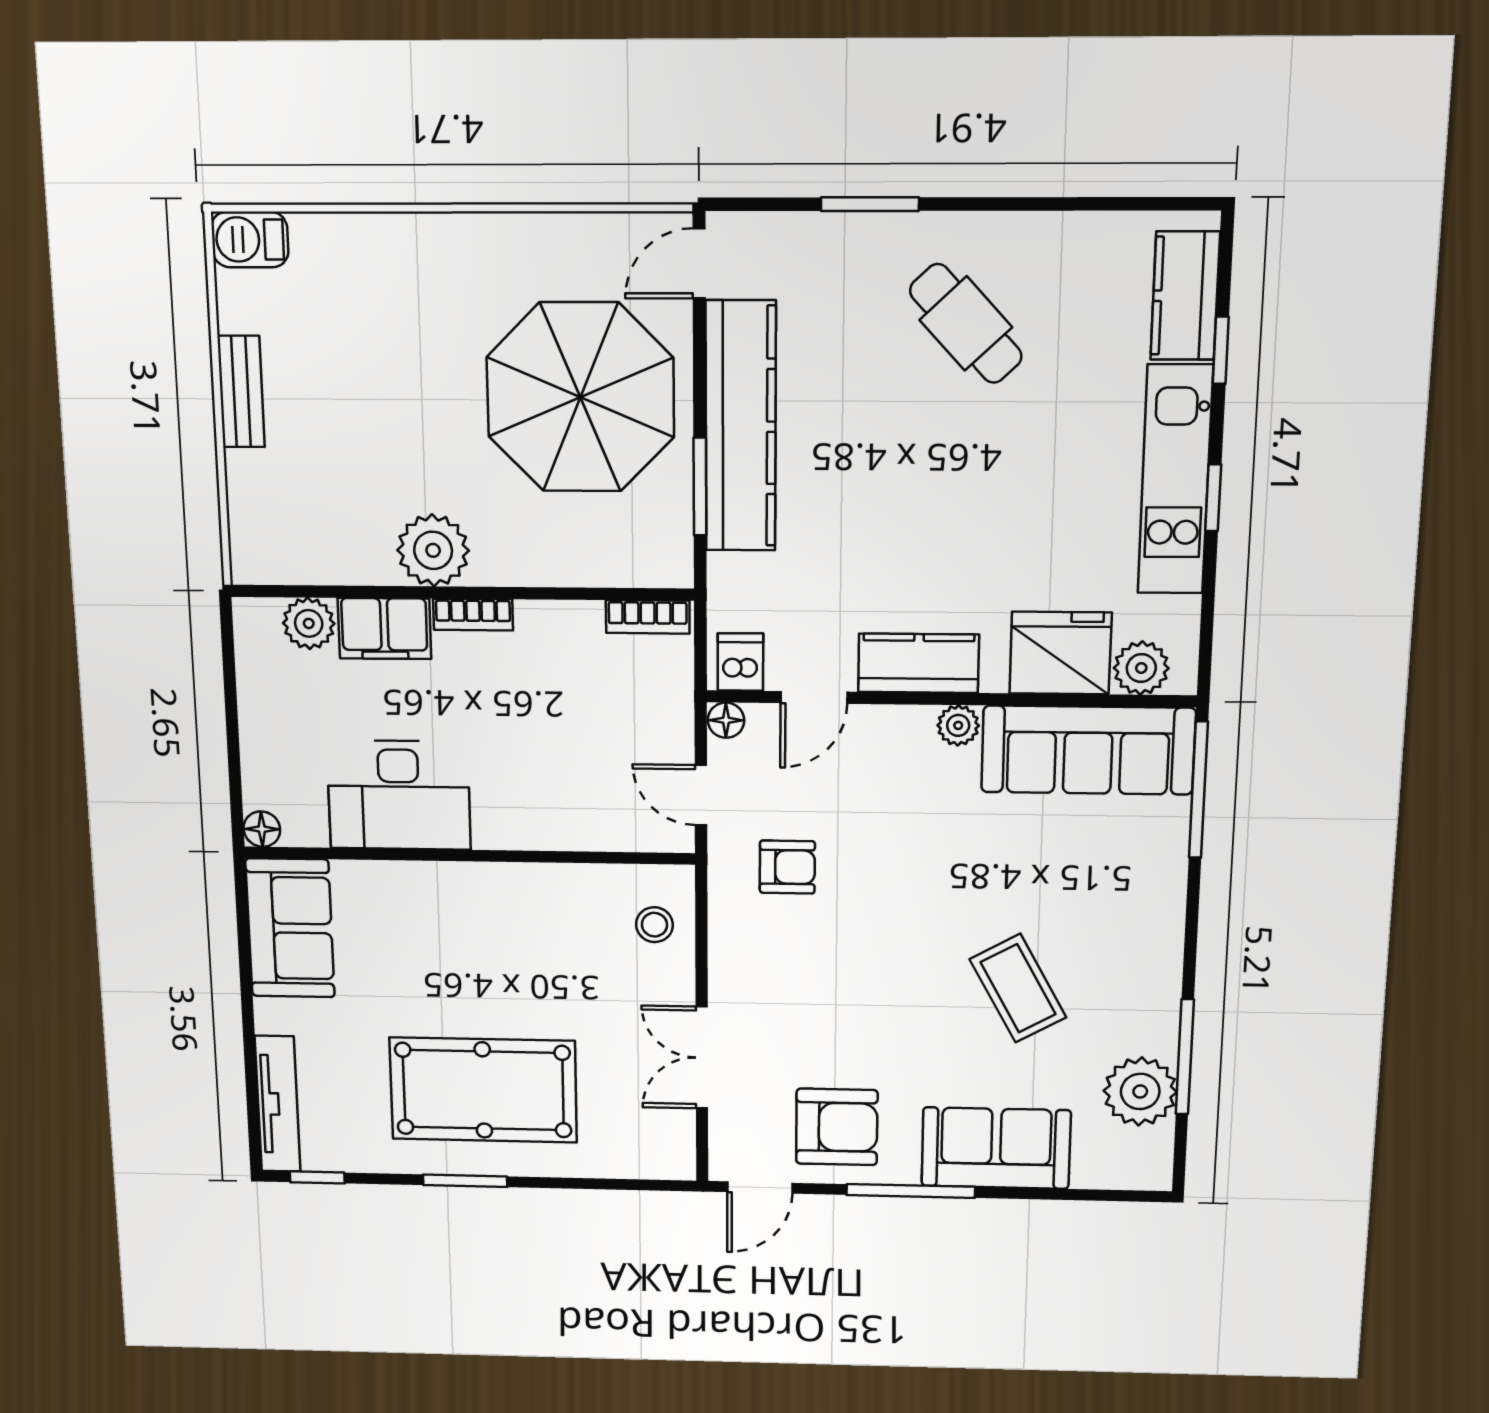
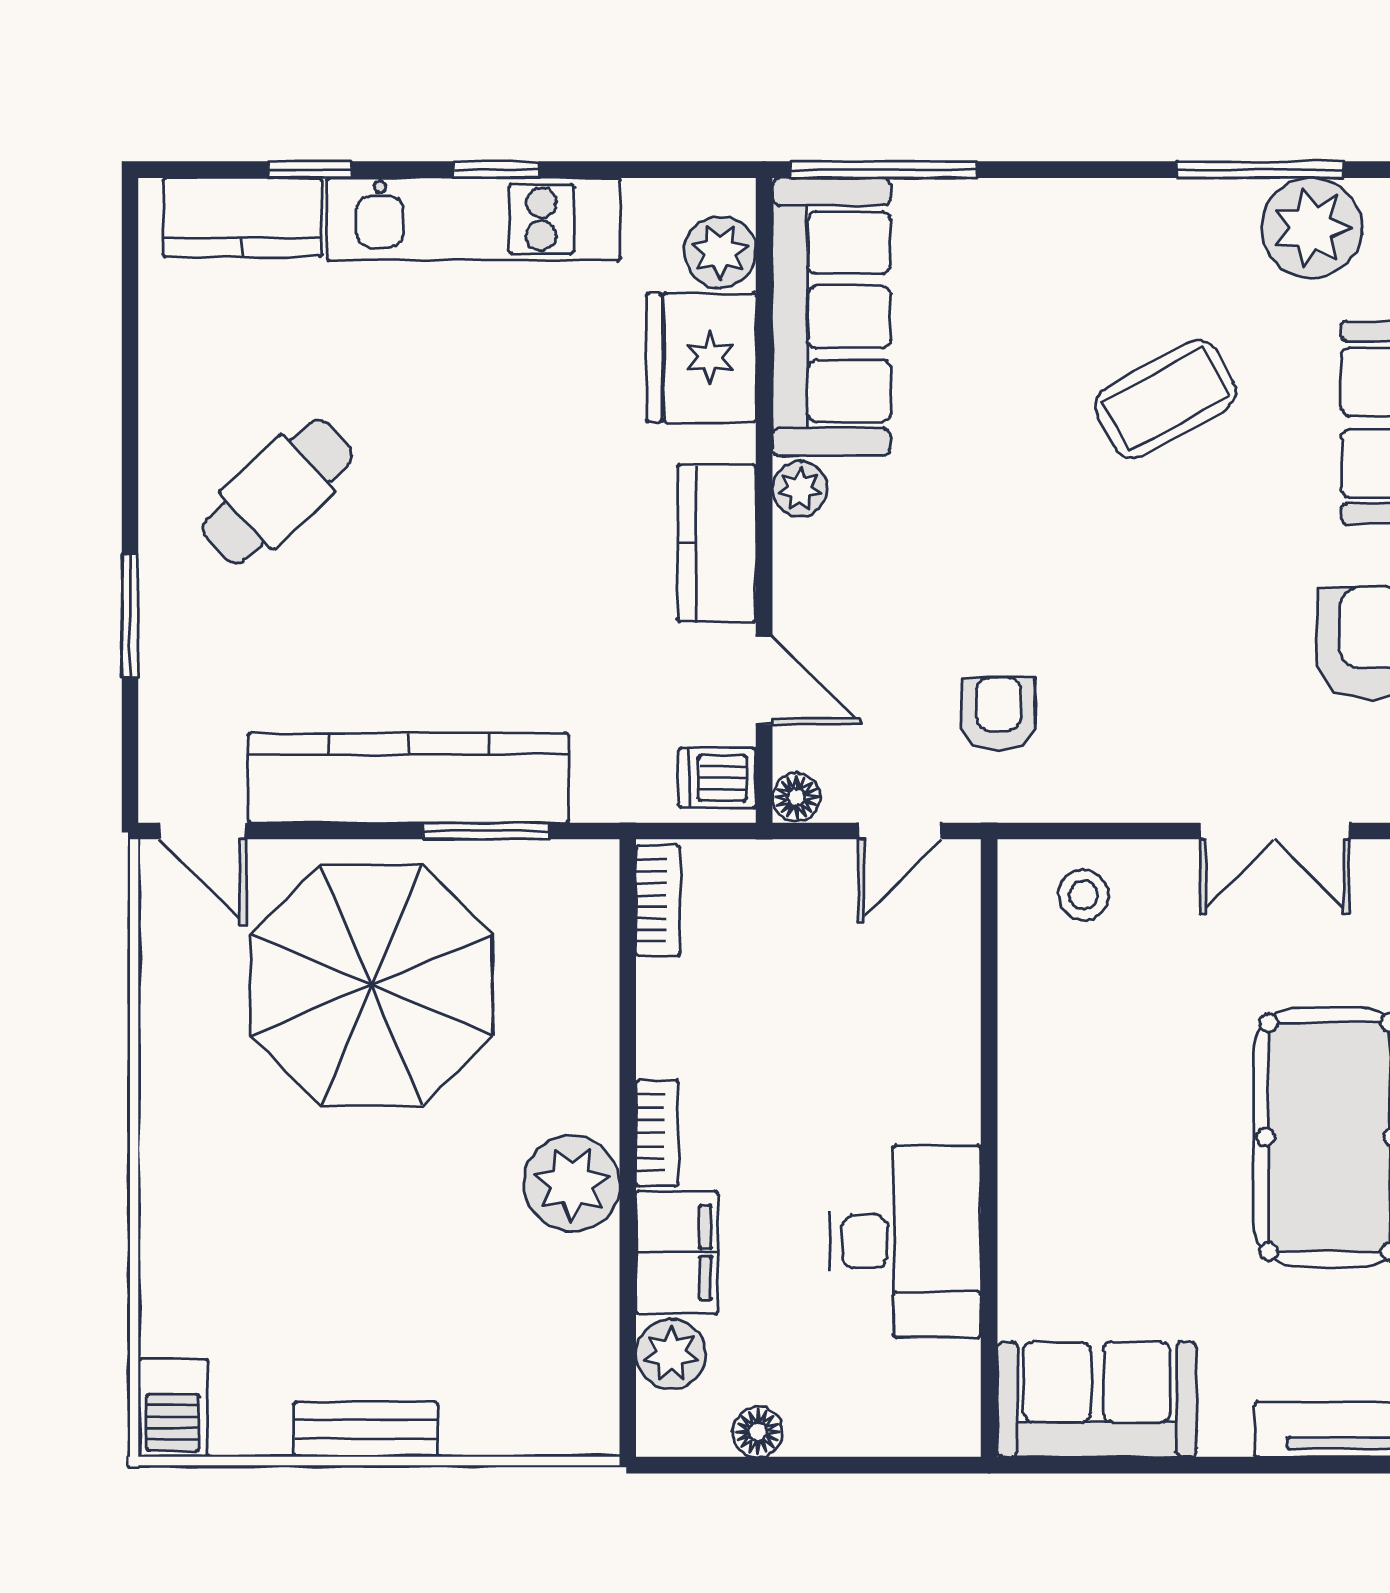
floor lamp: (262, 829) -> (758, 1432), moved

